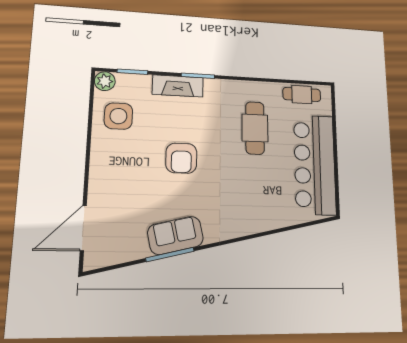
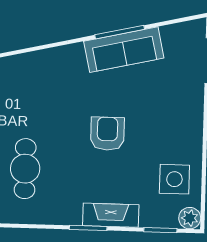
sofa: (175, 235) -> (124, 50), width x1.36

